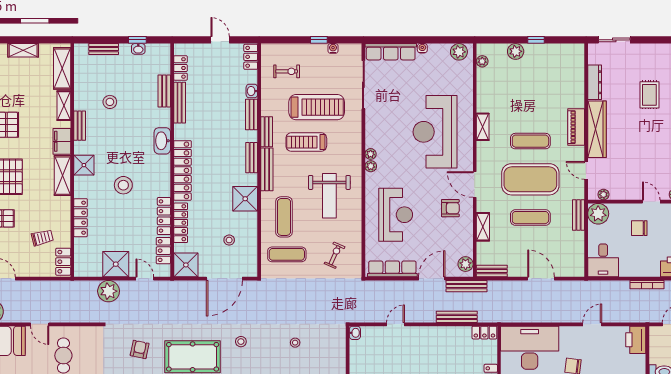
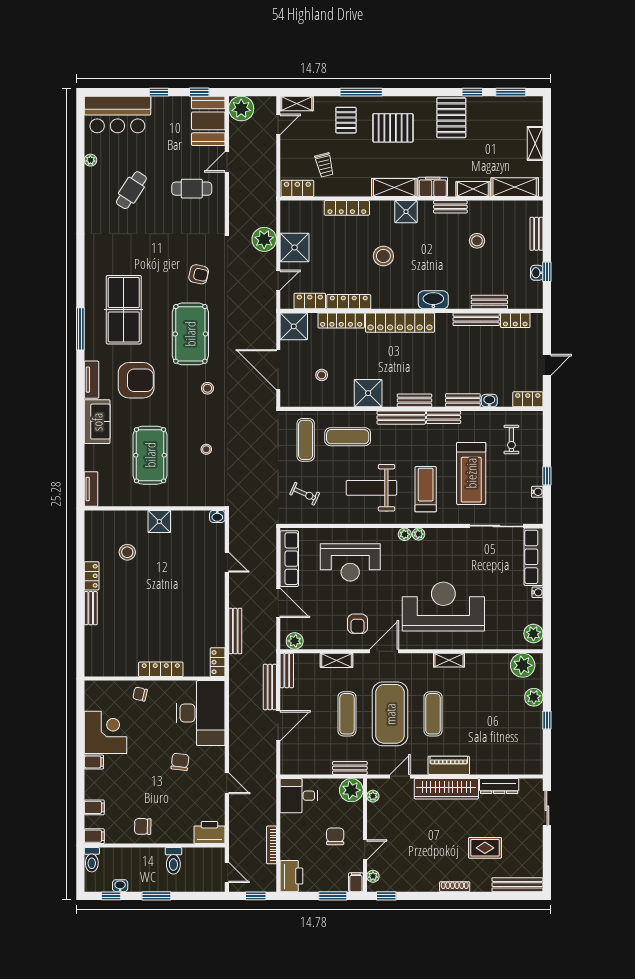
plant: (482, 61) -> (523, 665), width x1.87, depth x1.87
treadmill: (306, 142) -> (426, 489), moved
bench: (466, 286) -> (270, 687), moved

